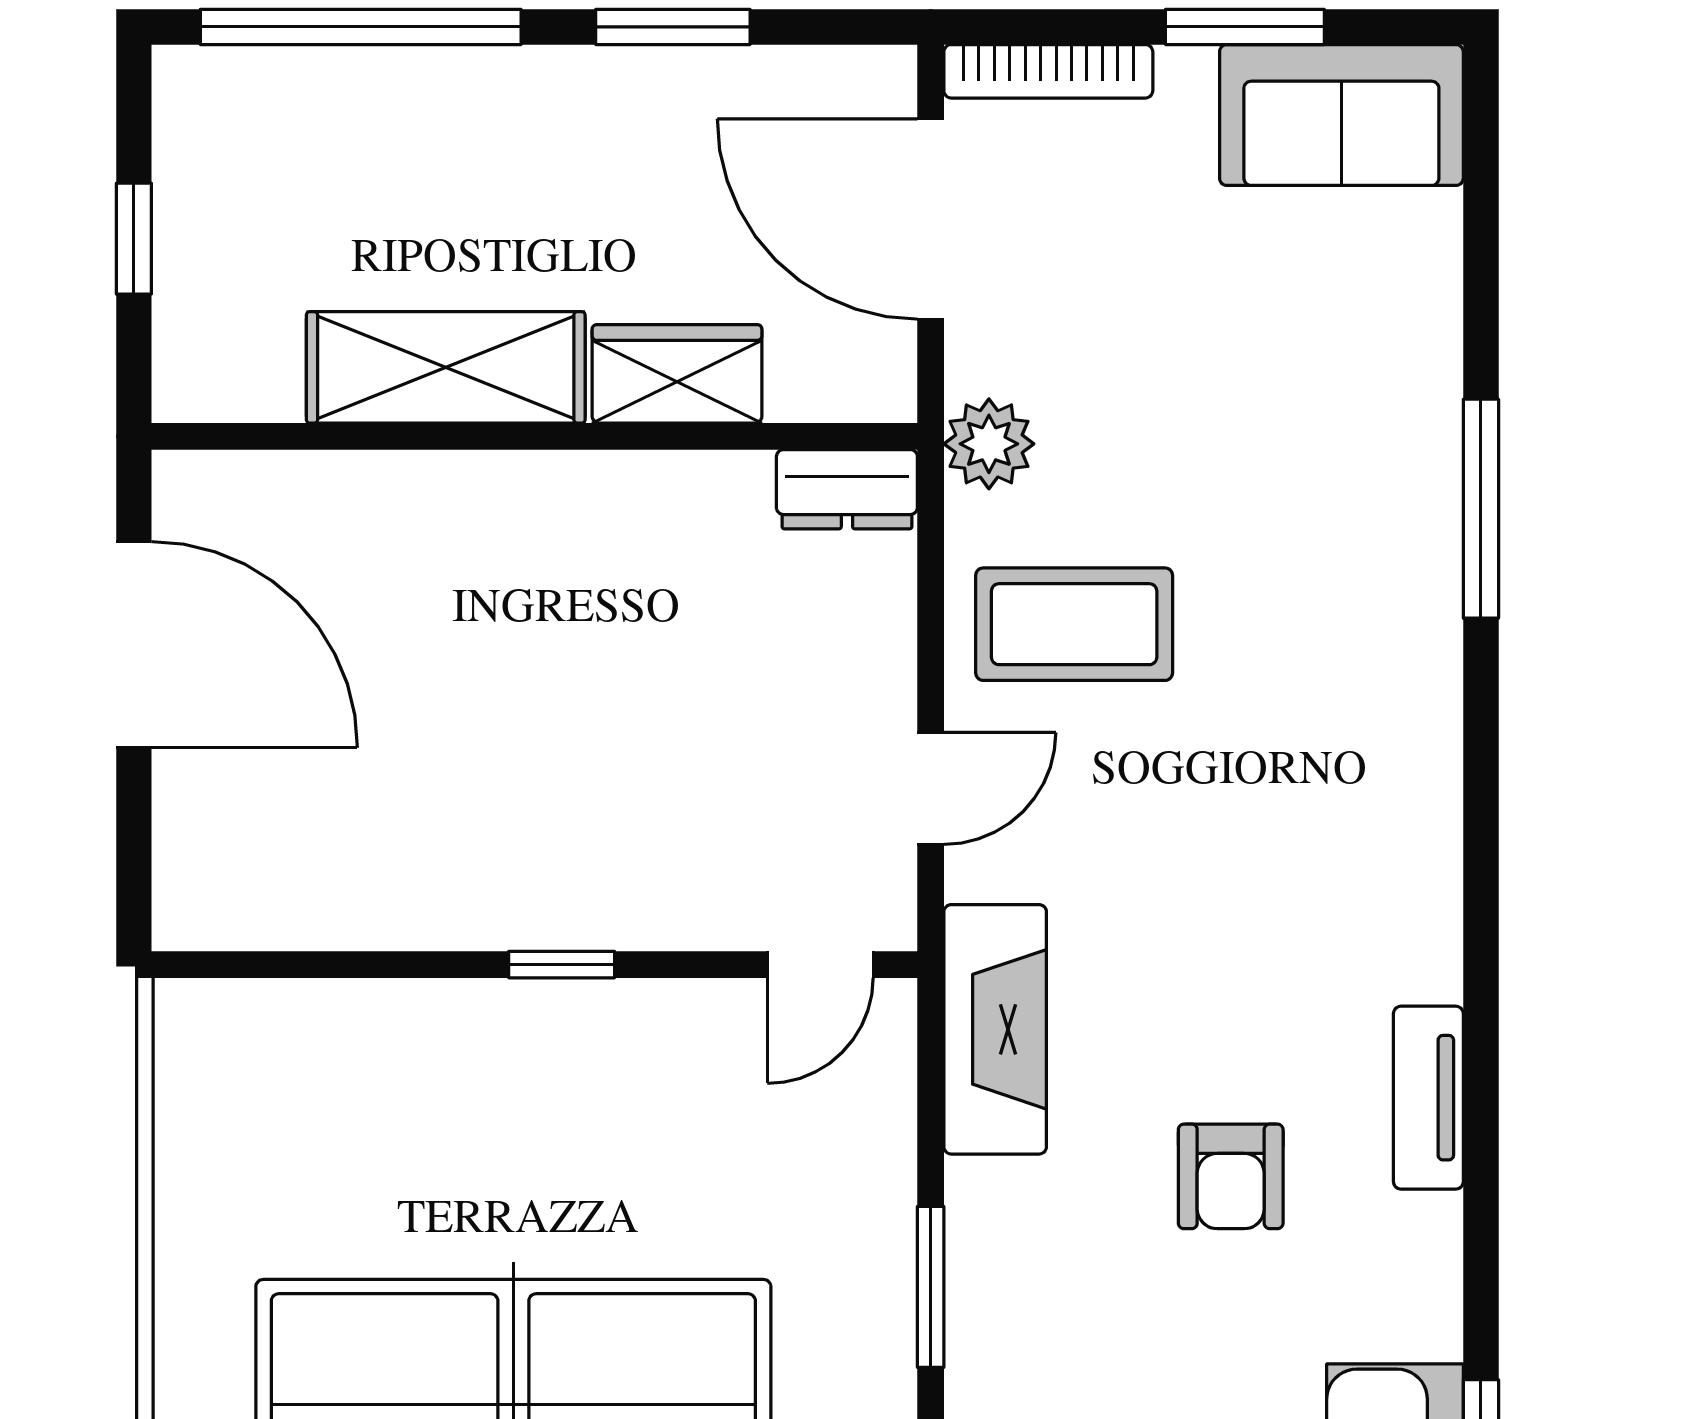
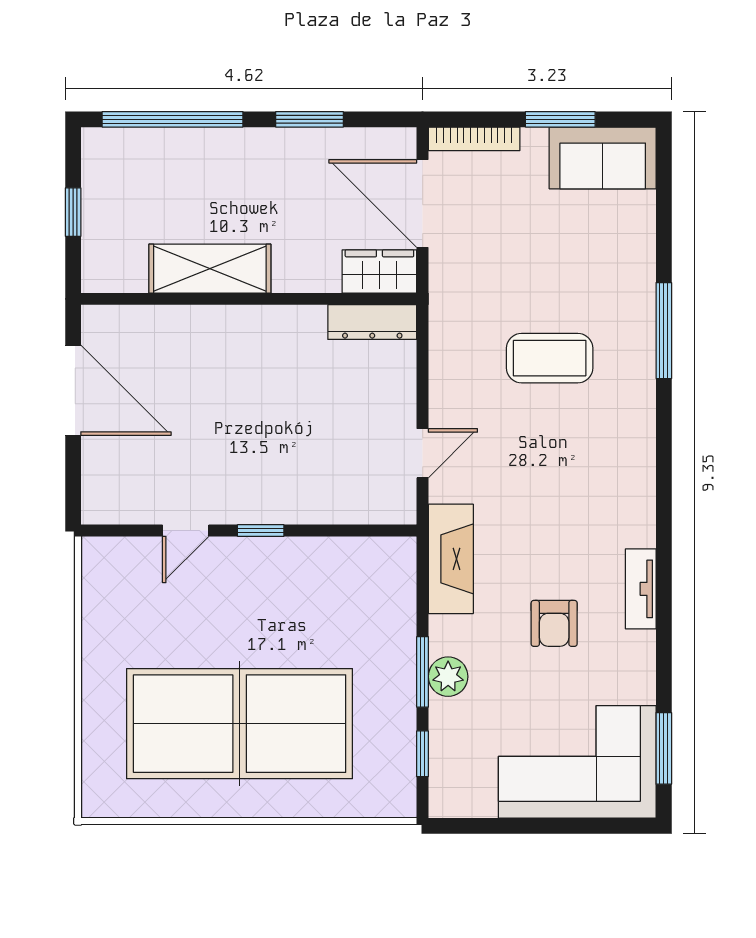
wardrobe: (677, 374) -> (379, 271), moved
plant: (989, 444) -> (448, 677), moved
dresser: (847, 489) -> (372, 322), width x1.44
coffee table: (1074, 624) -> (550, 358), moved
door: (820, 965) -> (186, 531), moved

